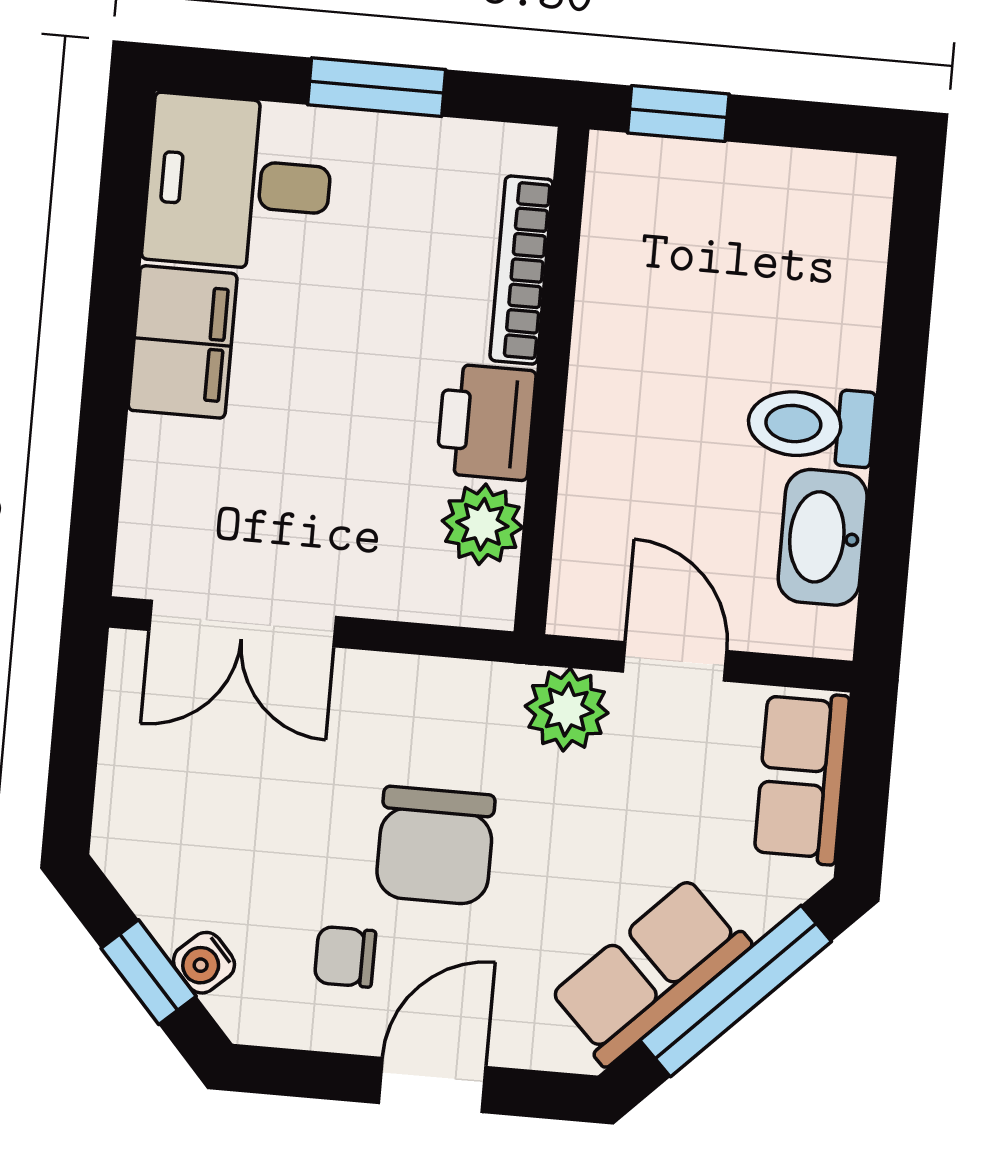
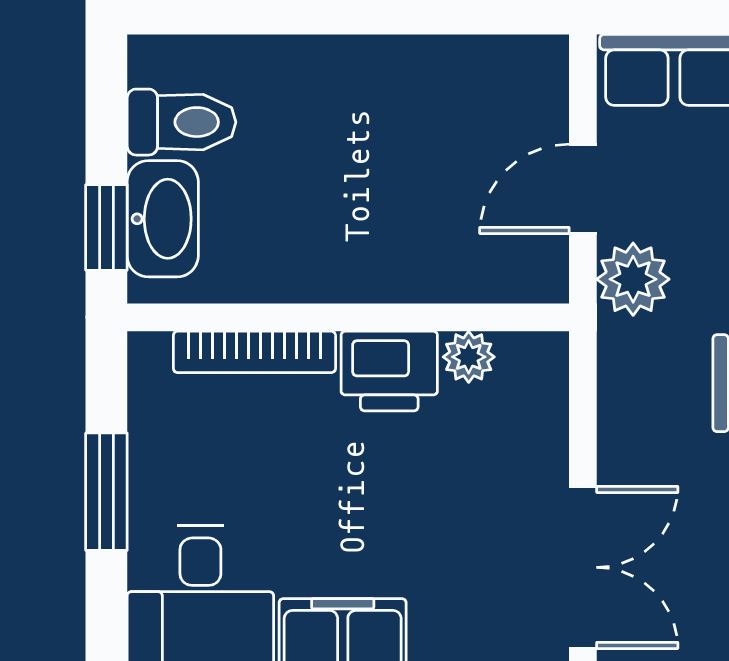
toilet: (811, 425) -> (182, 122), moved, turned -90
plant: (482, 524) -> (469, 357), width x0.73, depth x0.73
washbasin: (823, 537) -> (163, 219), moved, turned -90

